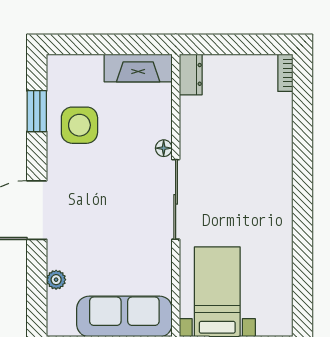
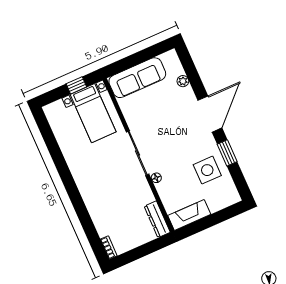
dresser: (191, 74) -> (157, 219), width x1.44
window: (37, 111) -> (227, 153), moved

